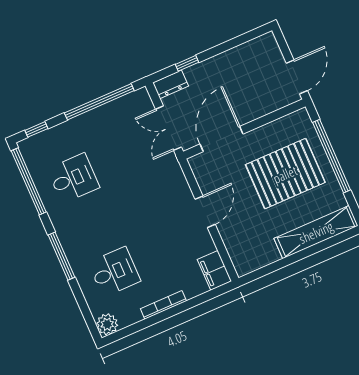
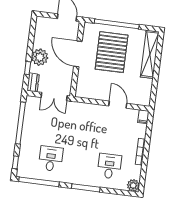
plant: (214, 72) -> (40, 57), added
door: (221, 139) -> (78, 54), moved
door: (205, 212) -> (118, 105), moved
filing cabinet: (214, 270) -> (143, 117), width x0.50

